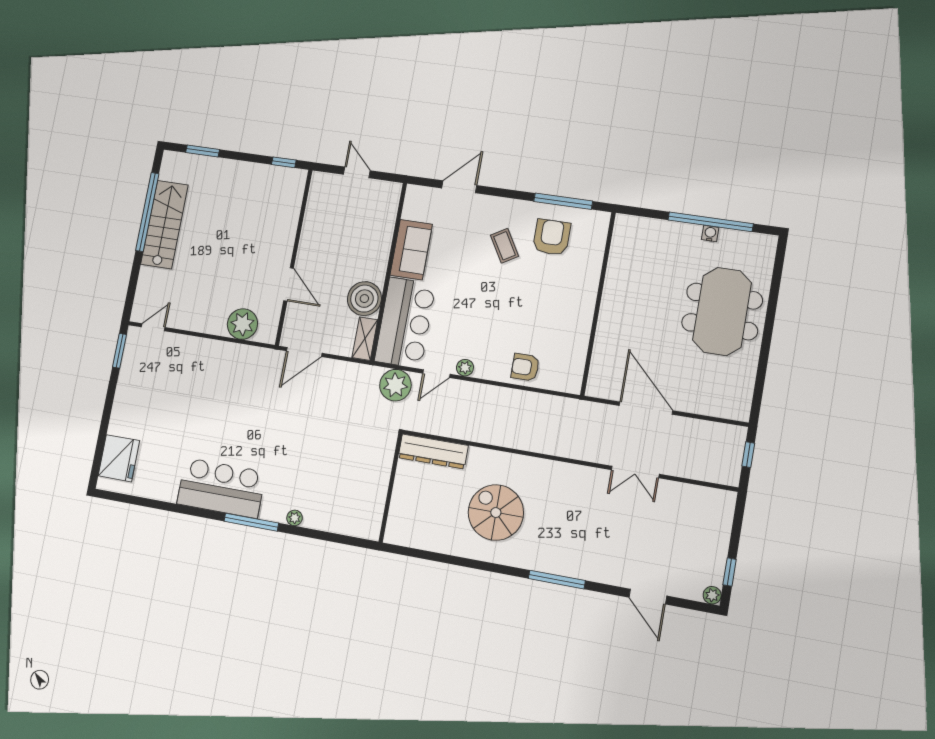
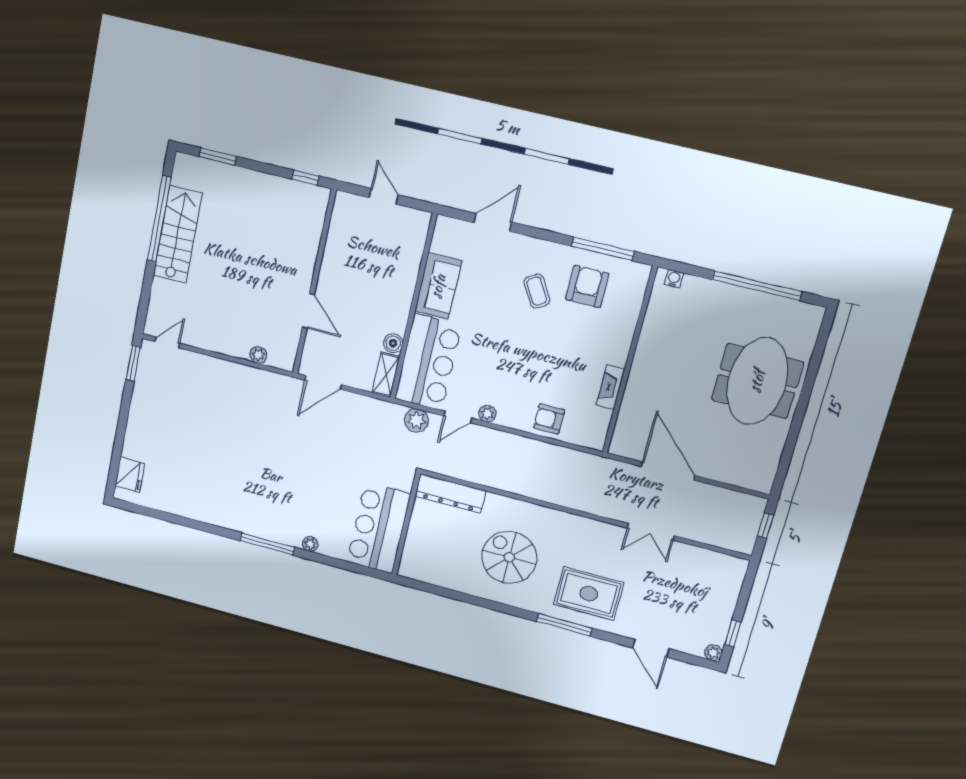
water cooler: (710, 233) -> (674, 279), moved
boiler: (364, 299) -> (393, 343), width x0.54, depth x0.54
plant: (242, 324) -> (258, 355), width x0.53, depth x0.53
fireplace: (582, 331) -> (611, 387), added
plant: (395, 385) -> (416, 420), width x0.73, depth x0.73
fridge: (119, 458) -> (130, 475), width x0.73, depth x0.75
bar counter: (221, 488) -> (379, 528), moved, turned -90
rug: (579, 543) -> (589, 594), added

